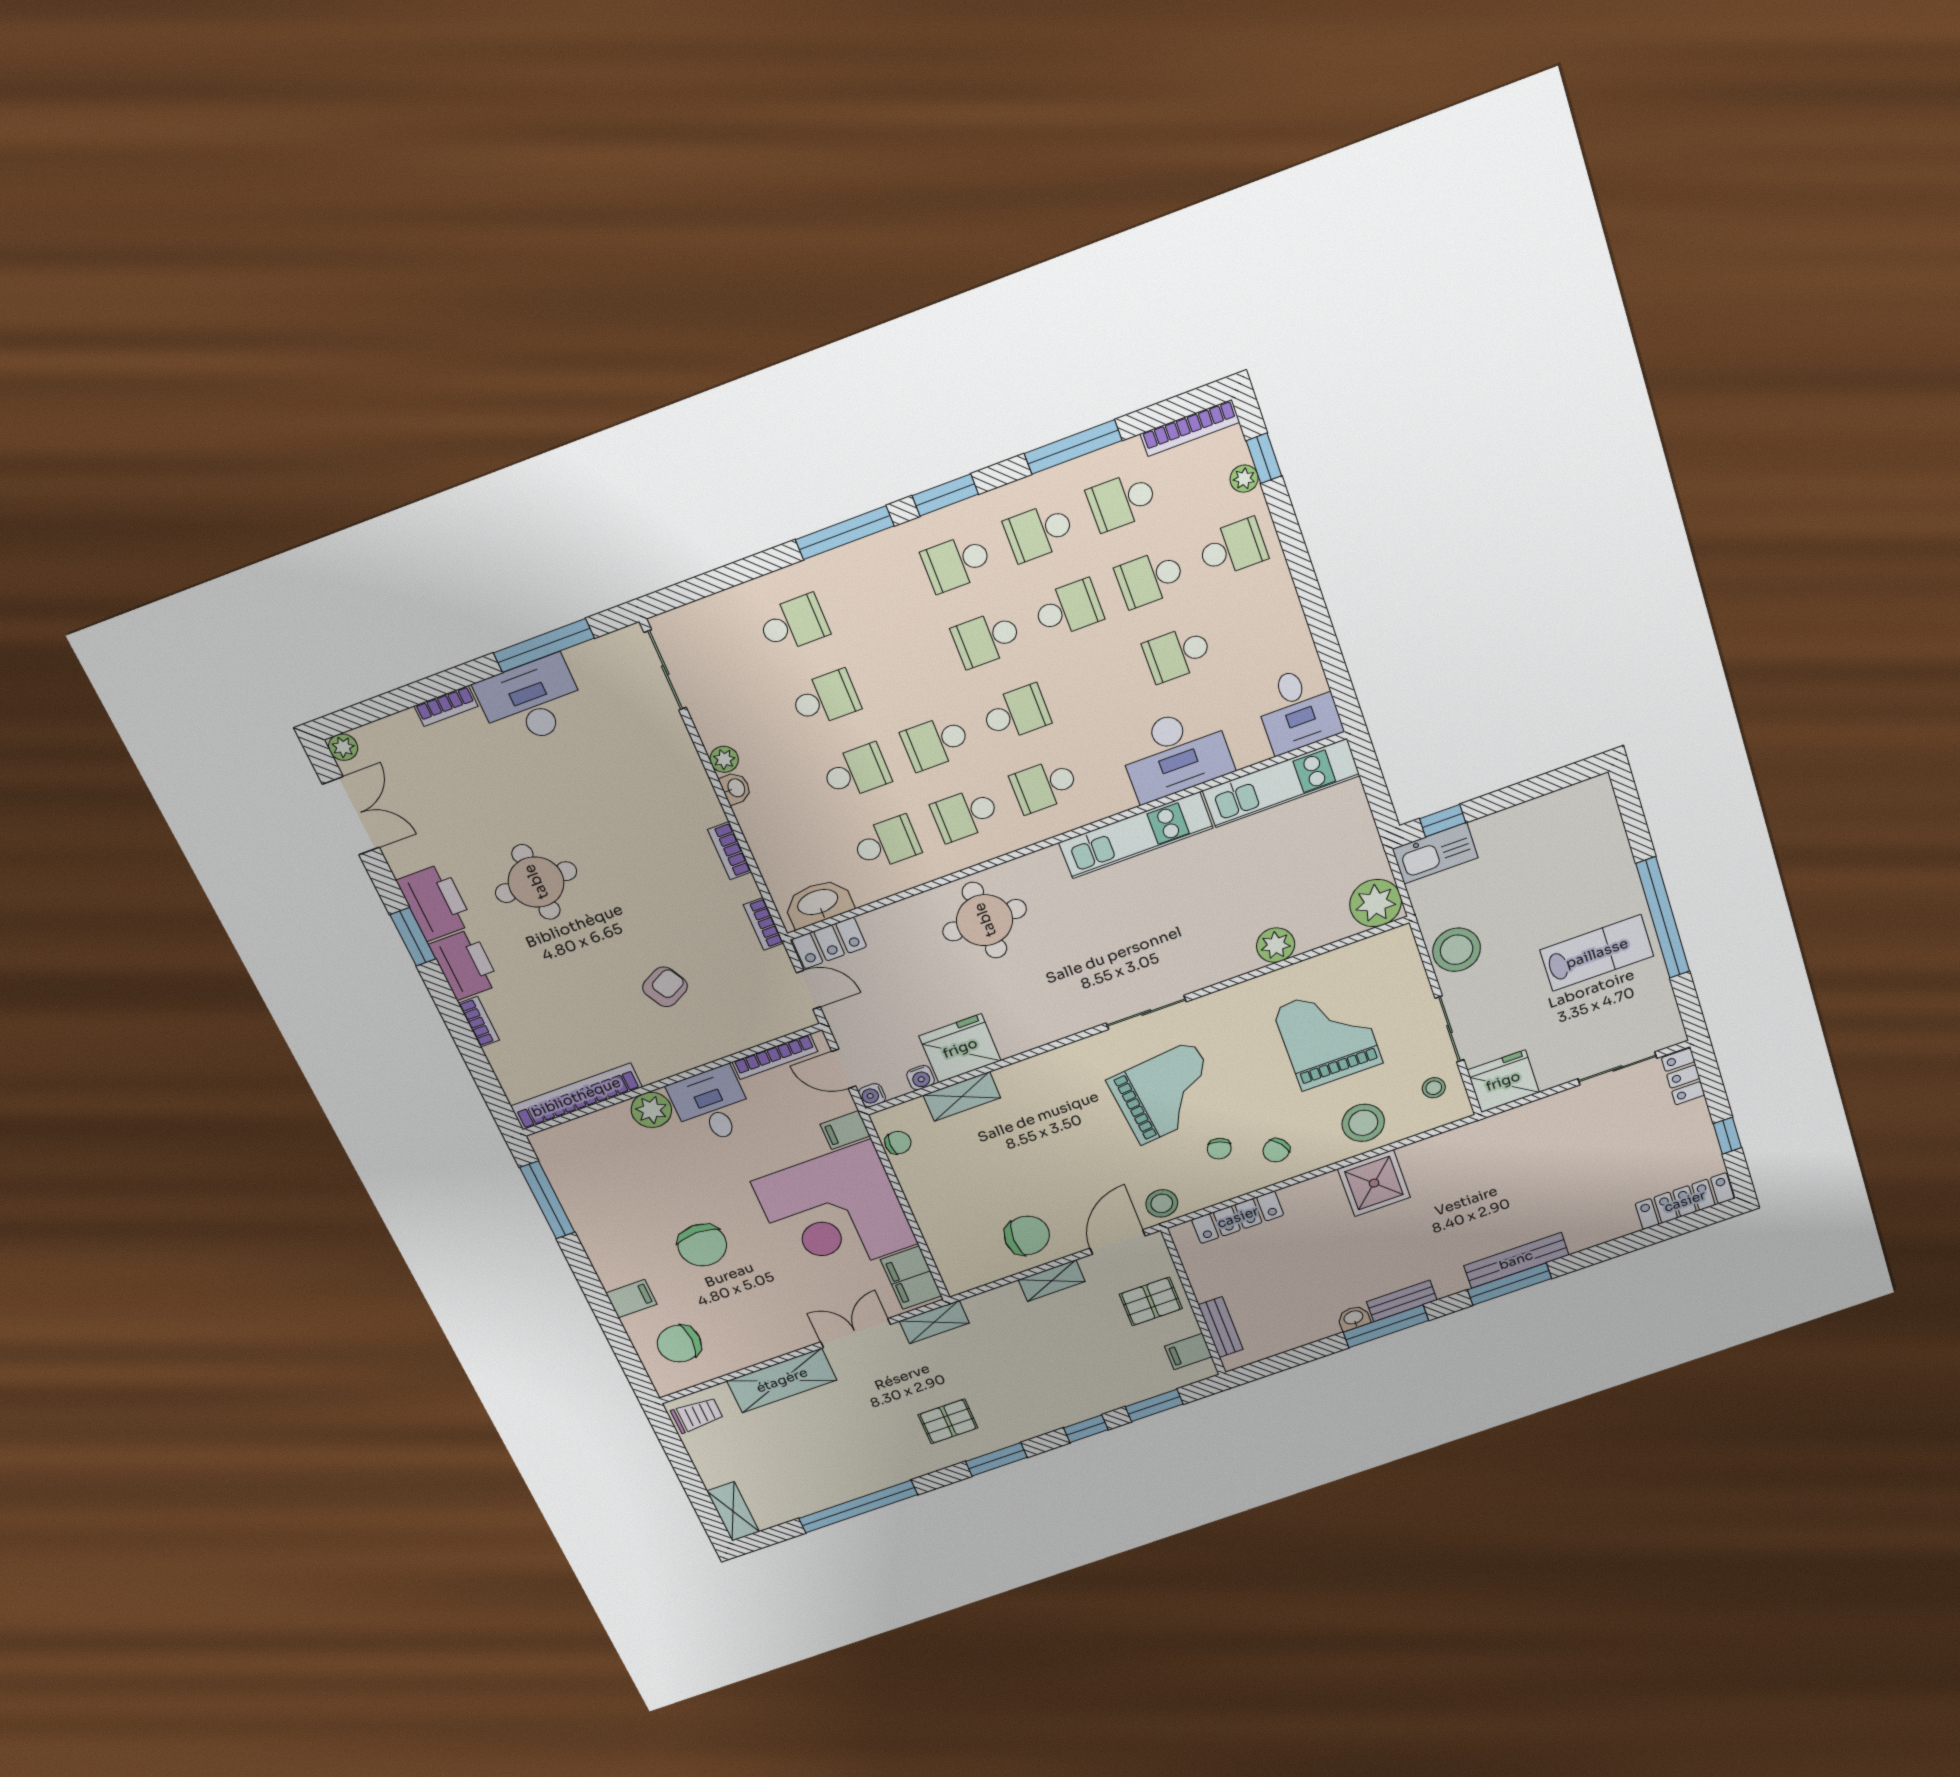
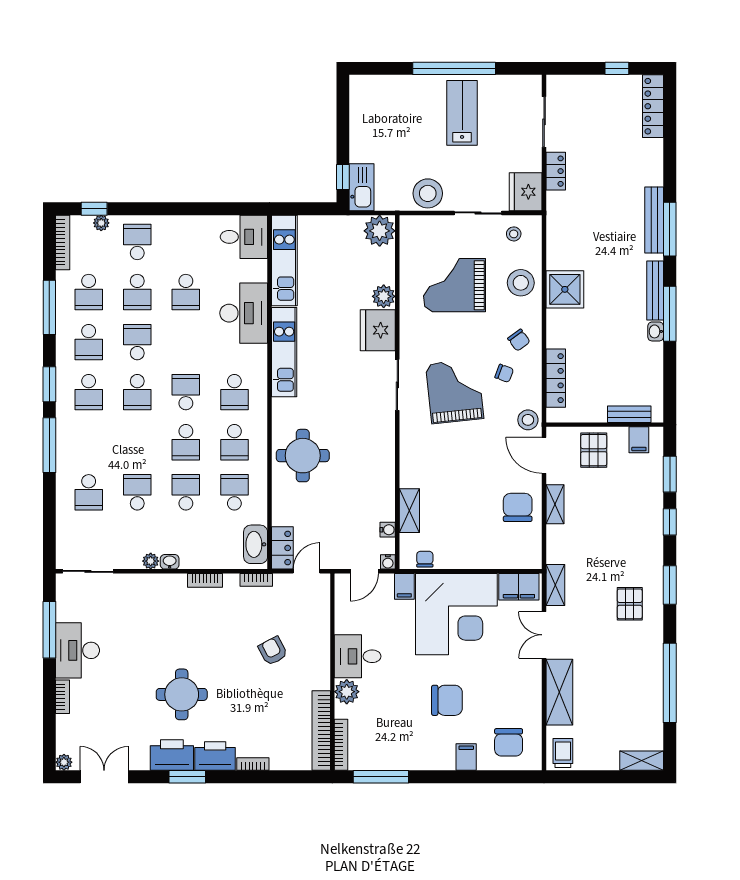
school desk: (793, 624) -> (89, 492), turned 180
fridge: (960, 1048) -> (378, 330), moved
bookcase: (775, 1057) -> (341, 745), moved
locker: (1683, 1077) -> (556, 171), moved, turned -90
bench: (1402, 1301) -> (655, 290), width x1.36

